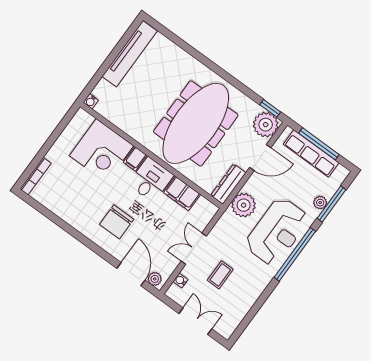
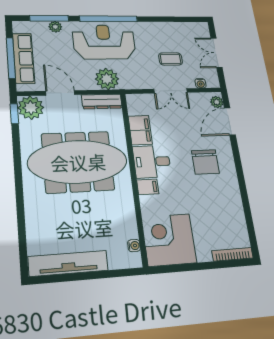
water cooler: (91, 101) -> (134, 246), moved
corner desk: (101, 151) -> (169, 240), moved, turned -90
chair: (117, 222) -> (205, 162), turned 90

